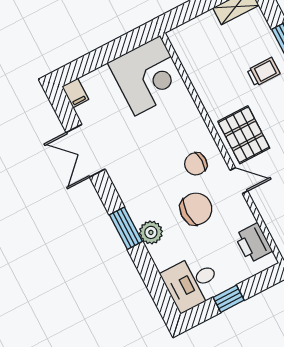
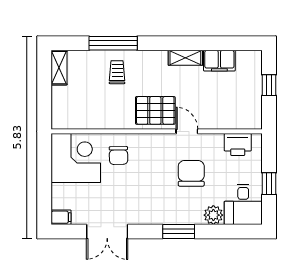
chair: (196, 164) -> (118, 155), moved
door: (239, 181) -> (187, 131), hinge flipped
plant: (151, 232) -> (213, 215), moved

